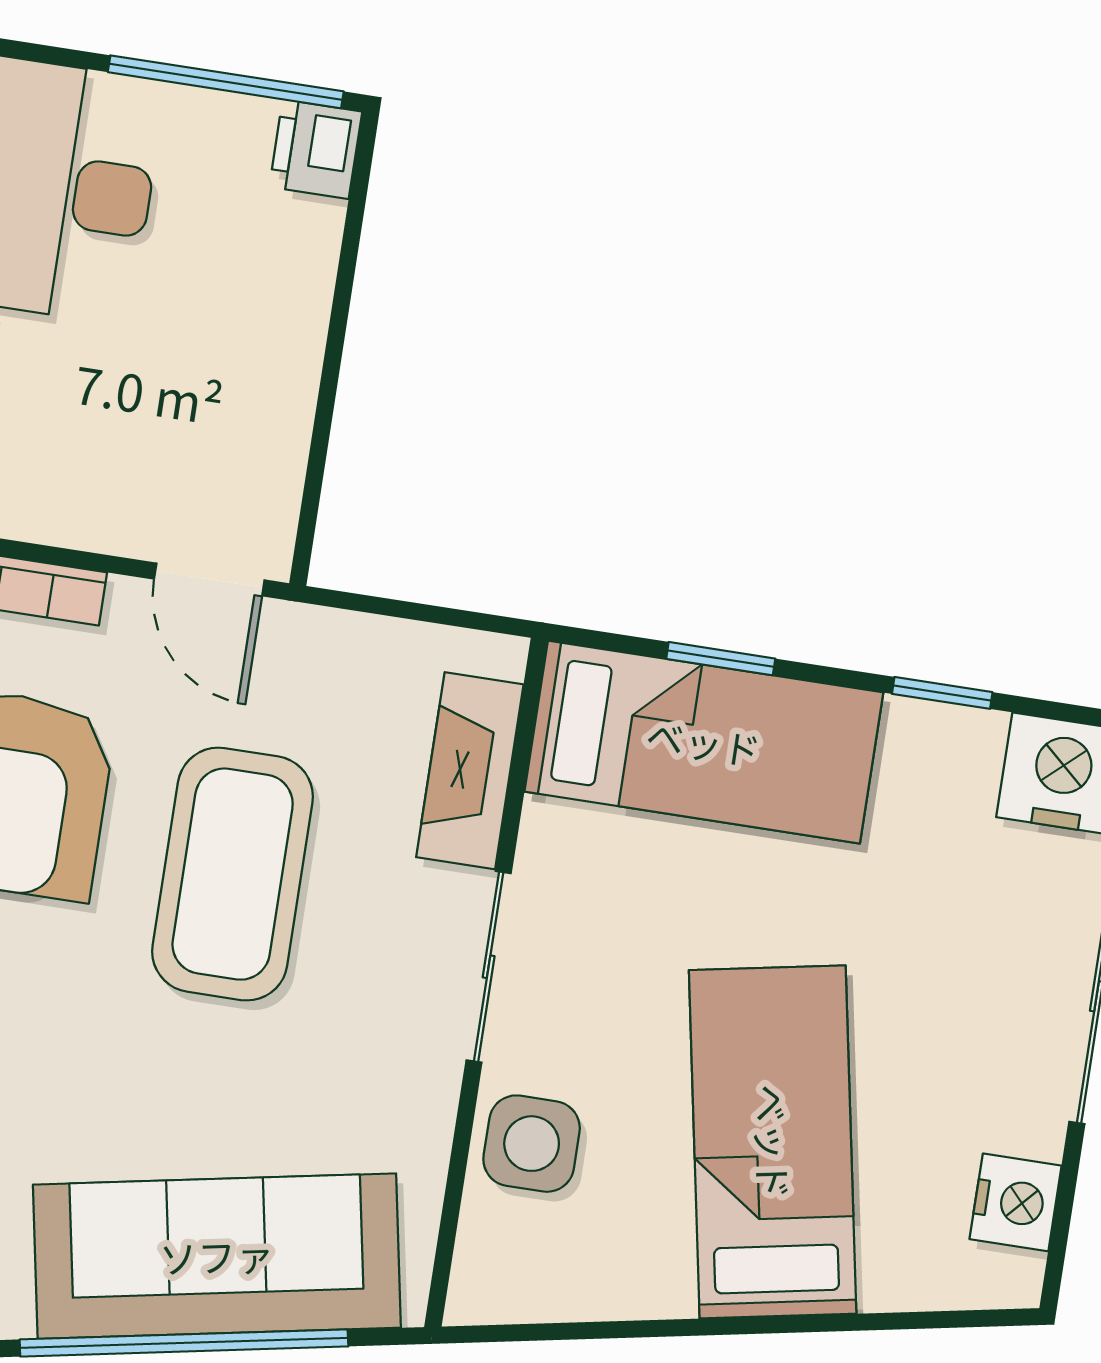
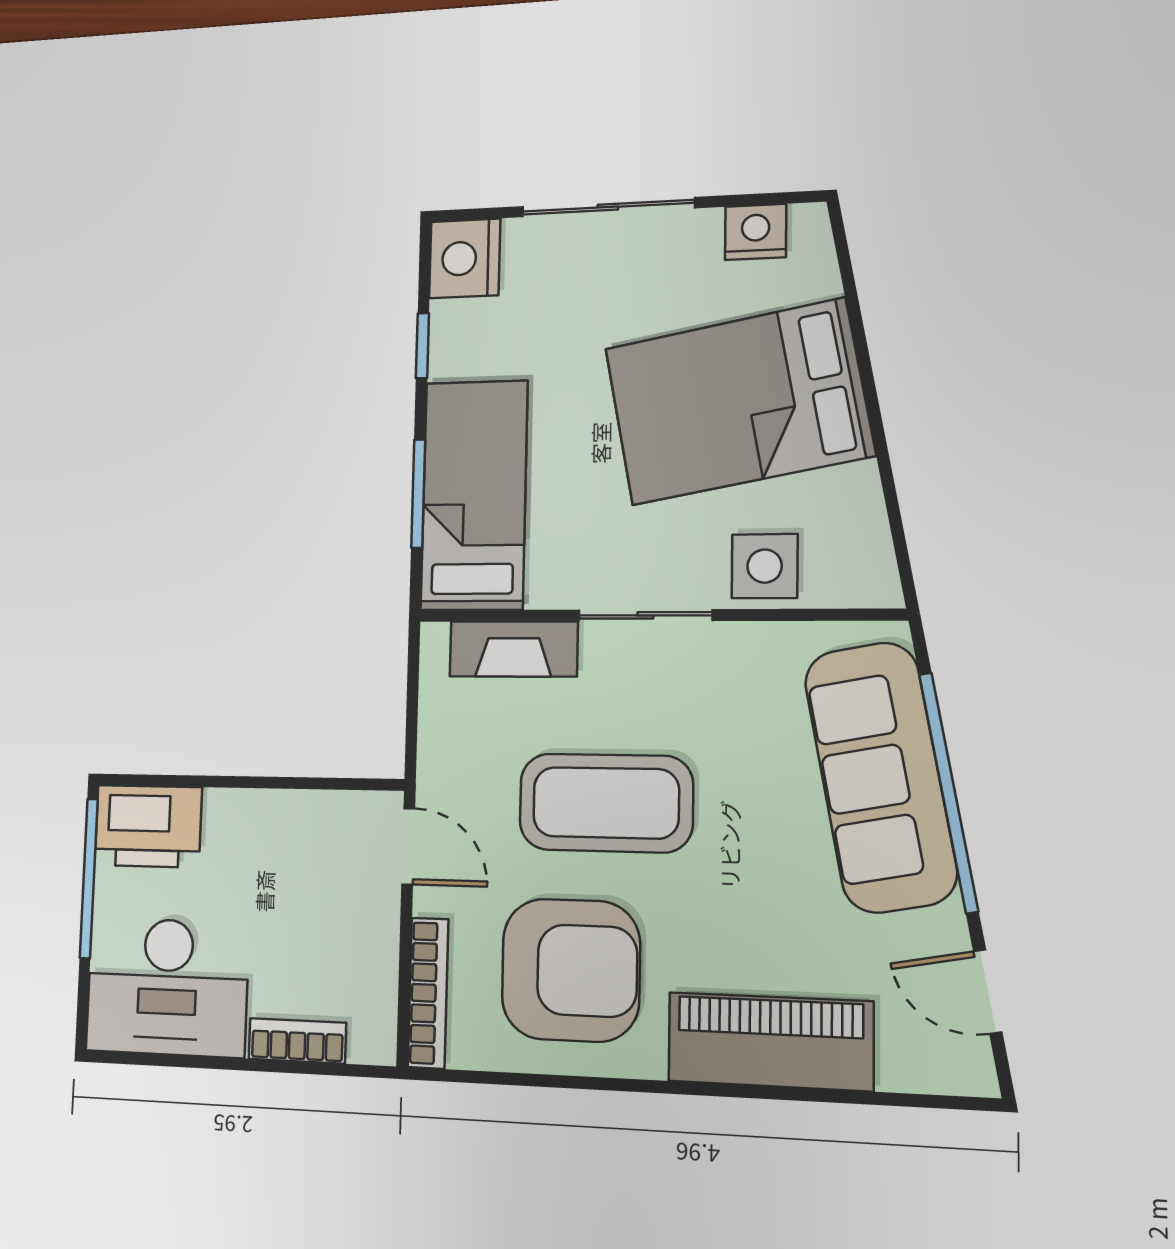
printer: (316, 149) -> (148, 826), width x1.87, depth x1.48
door: (209, 579) -> (408, 846), hinge flipped
window: (721, 659) -> (418, 494), width x1.50
bed: (773, 1142) -> (738, 402), width x1.50

